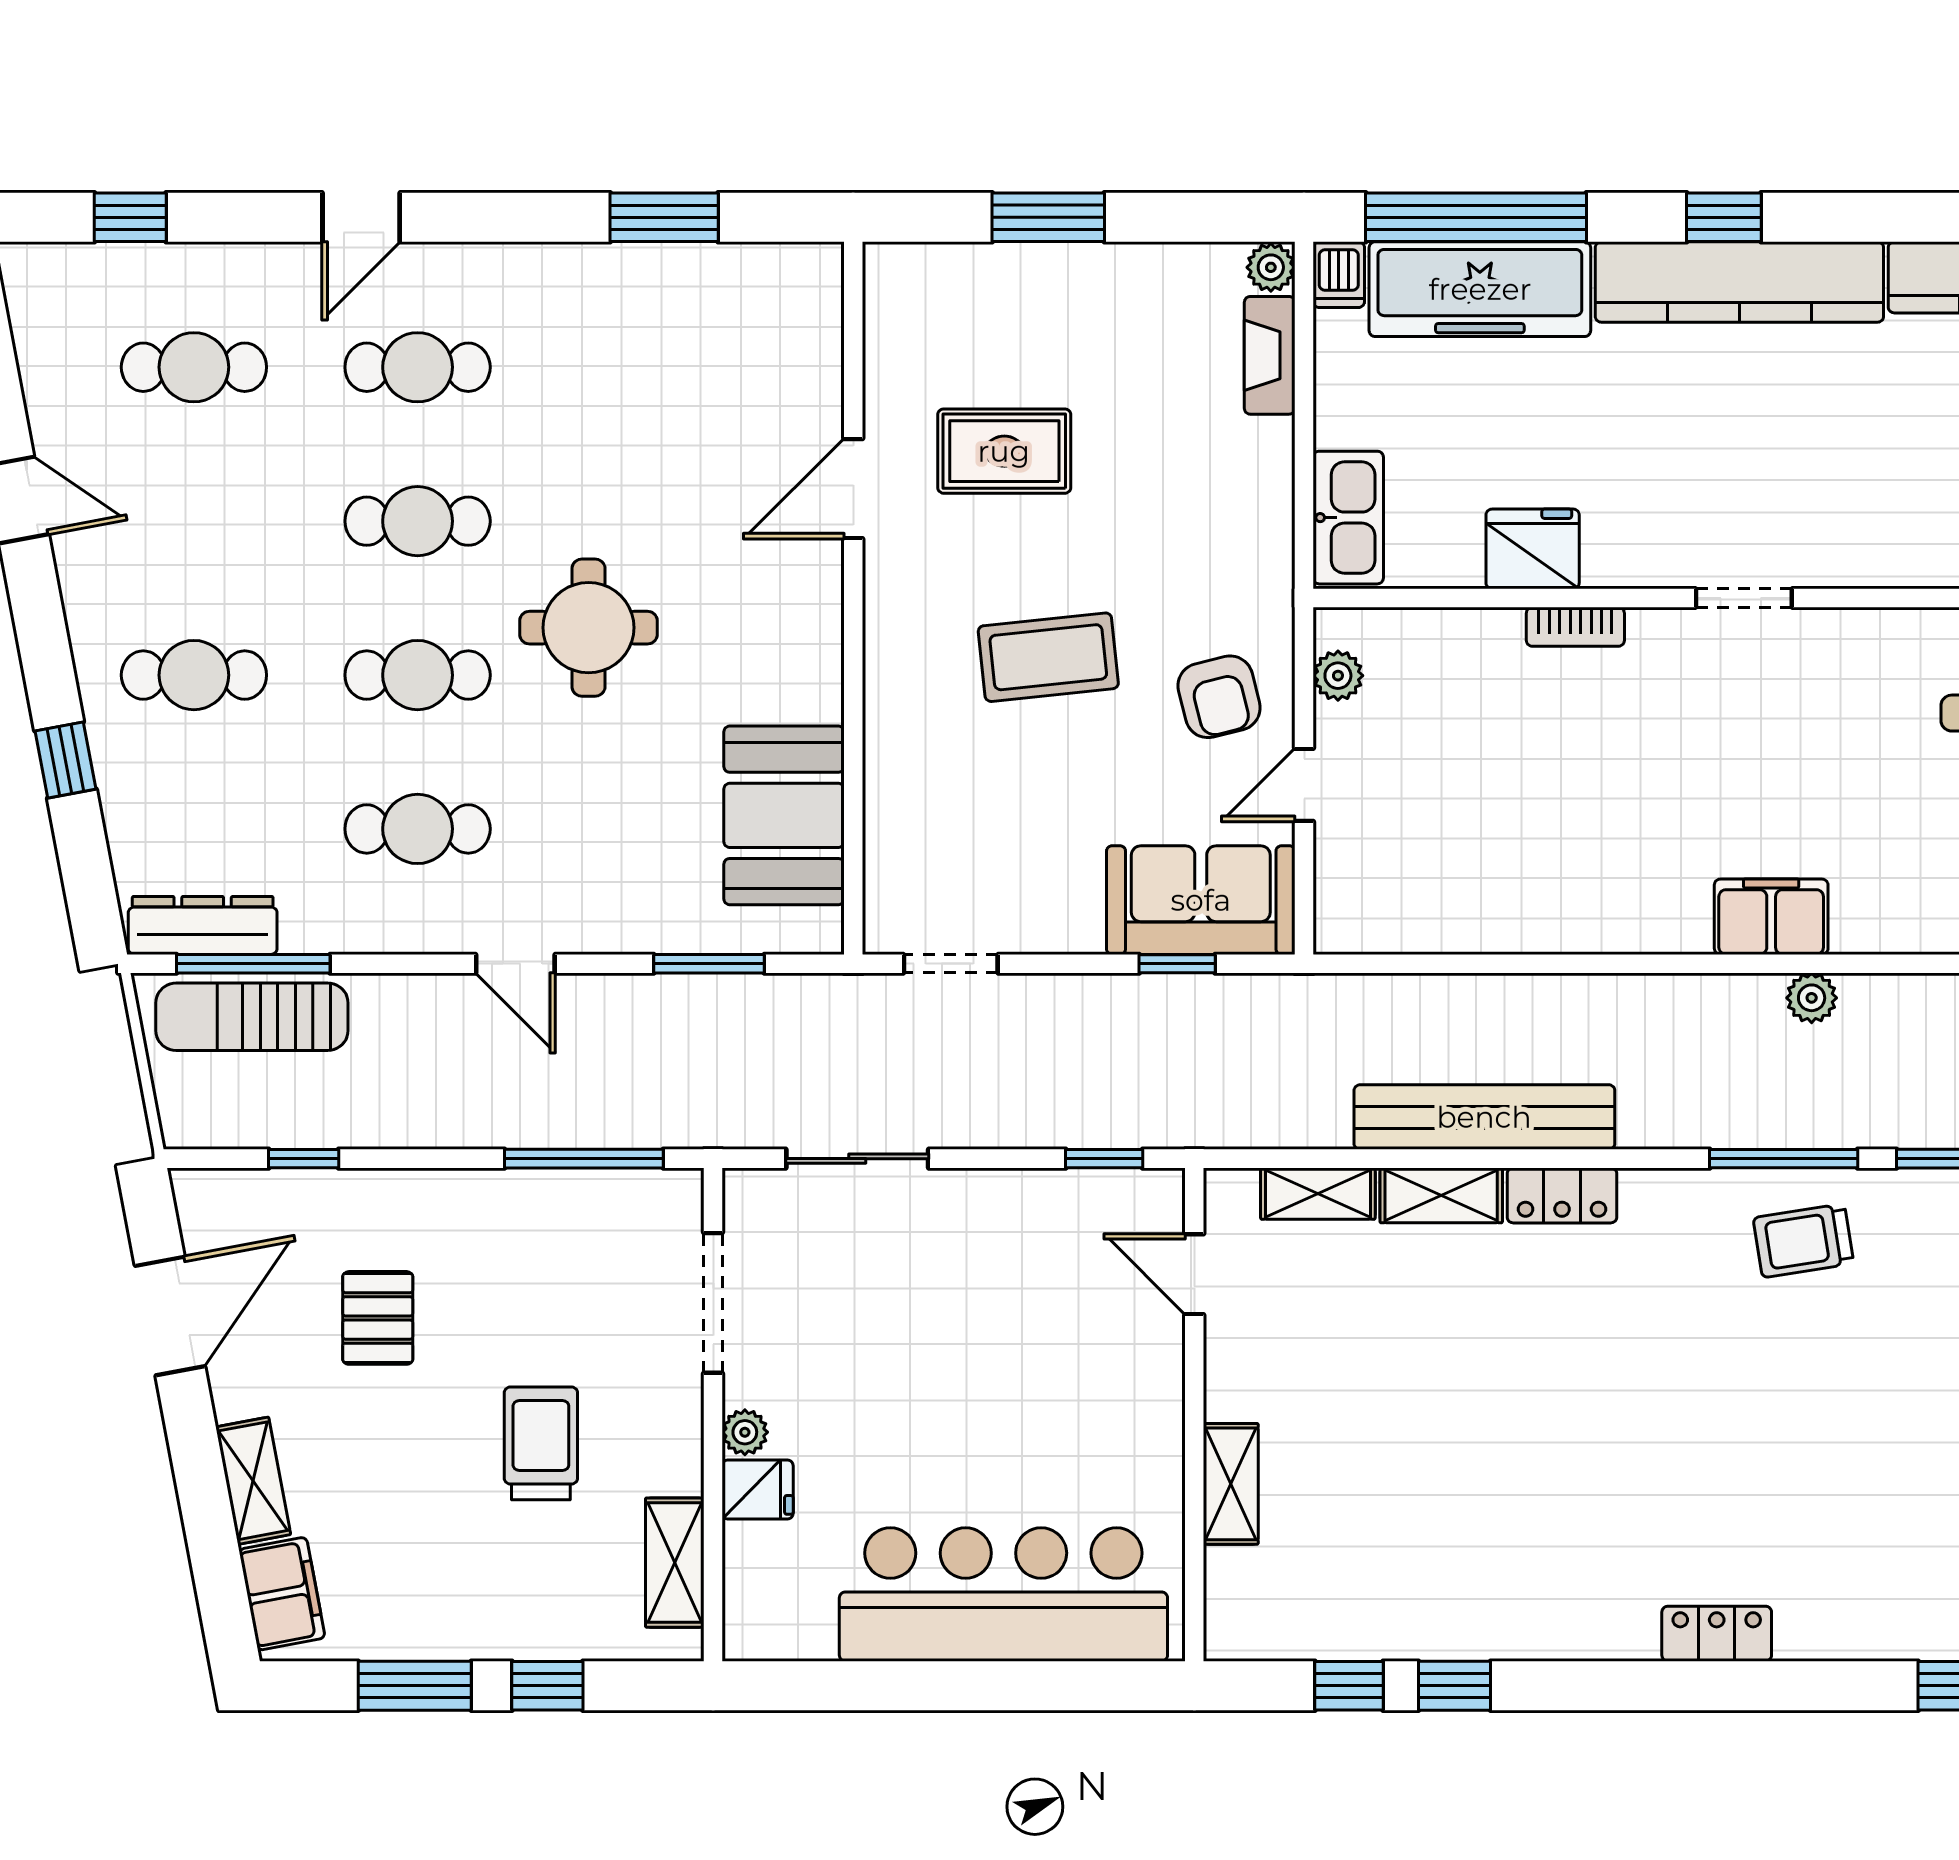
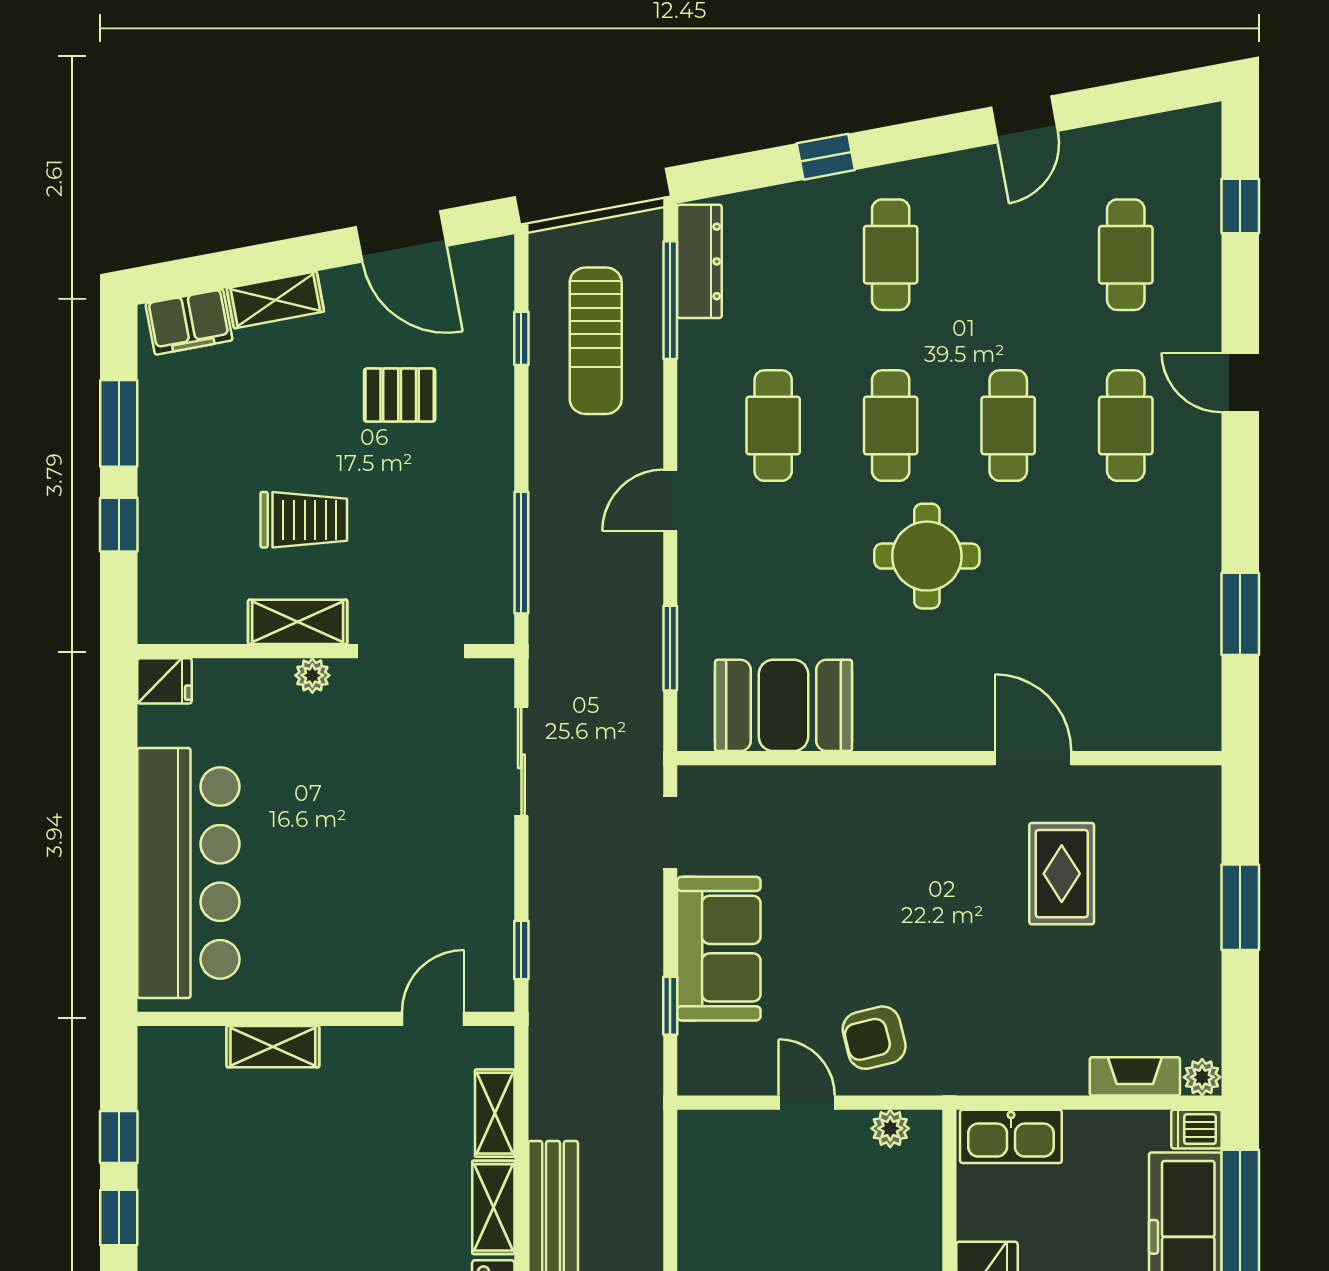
coffee table: (1048, 657) -> (904, 907), removed
sofa: (1201, 900) -> (719, 949), moved
sun lounger: (252, 1017) -> (596, 341), moved, turned 180
fridge: (758, 1490) -> (164, 681), moved, turned -90
shelving: (675, 1563) -> (298, 622), moved

